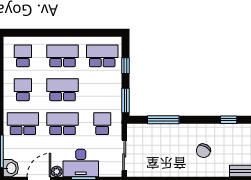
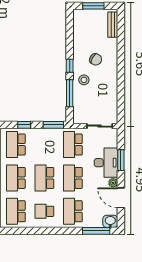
school desk: (23, 56) -> (16, 211), width x1.85
window: (229, 120) -> (70, 66), moved
school desk: (102, 124) -> (73, 145), width x1.85
stool: (179, 137) -> (84, 80), added

